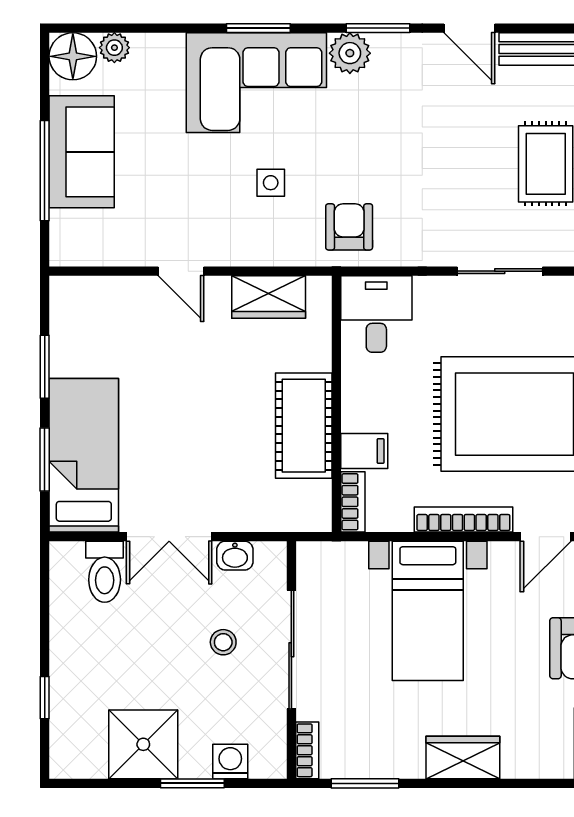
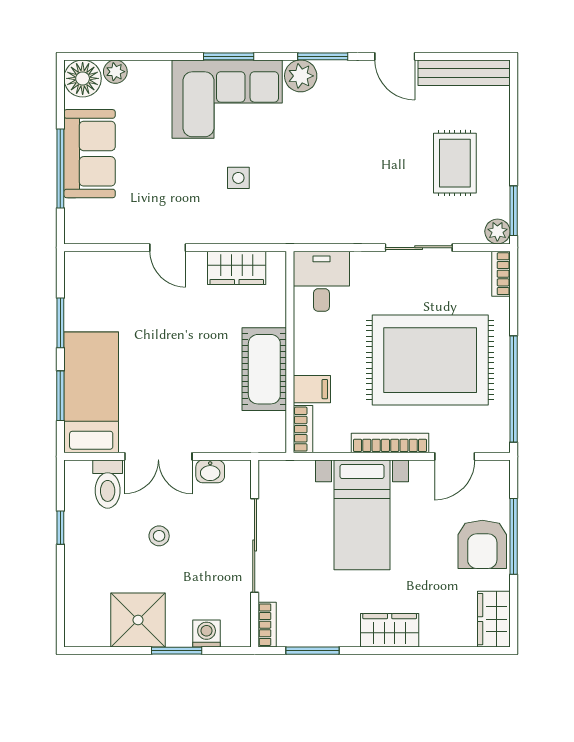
armchair: (349, 227) -> (300, 213), removed
stool: (223, 642) -> (159, 536), moved
window: (45, 698) -> (60, 528), moved

